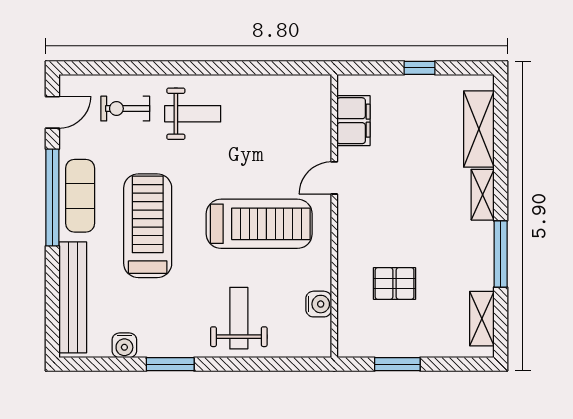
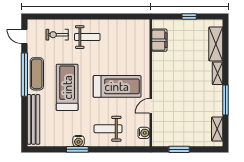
door: (52, 112) -> (24, 36), swing flipped
door: (334, 178) -> (151, 106), moved
pallet: (395, 283) -> (178, 113), removed
water cooler: (319, 304) -> (144, 133), moved
weight bench: (239, 318) -> (108, 129), turned -90
water cooler: (124, 345) -> (79, 141), moved

